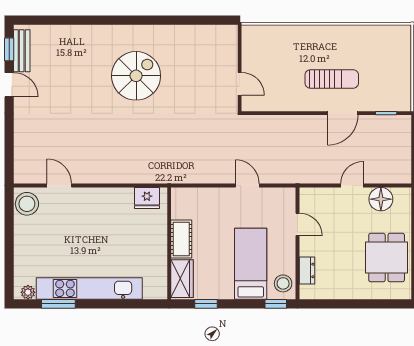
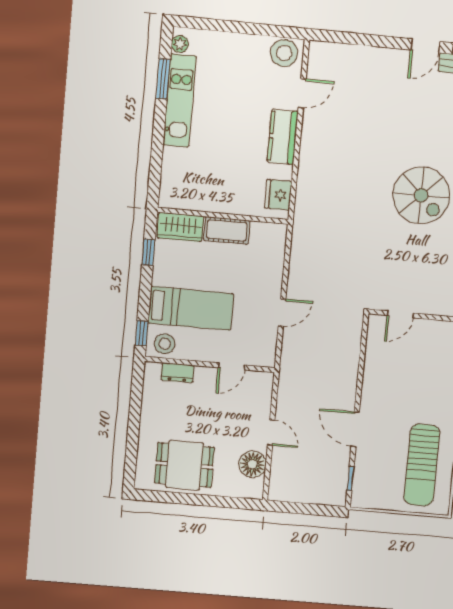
sun lounger: (332, 79) -> (422, 465), moved, width x1.36, depth x1.34
kitchen counter: (97, 199) -> (283, 137), added
kitchen unit: (89, 288) -> (180, 100), width x0.73

